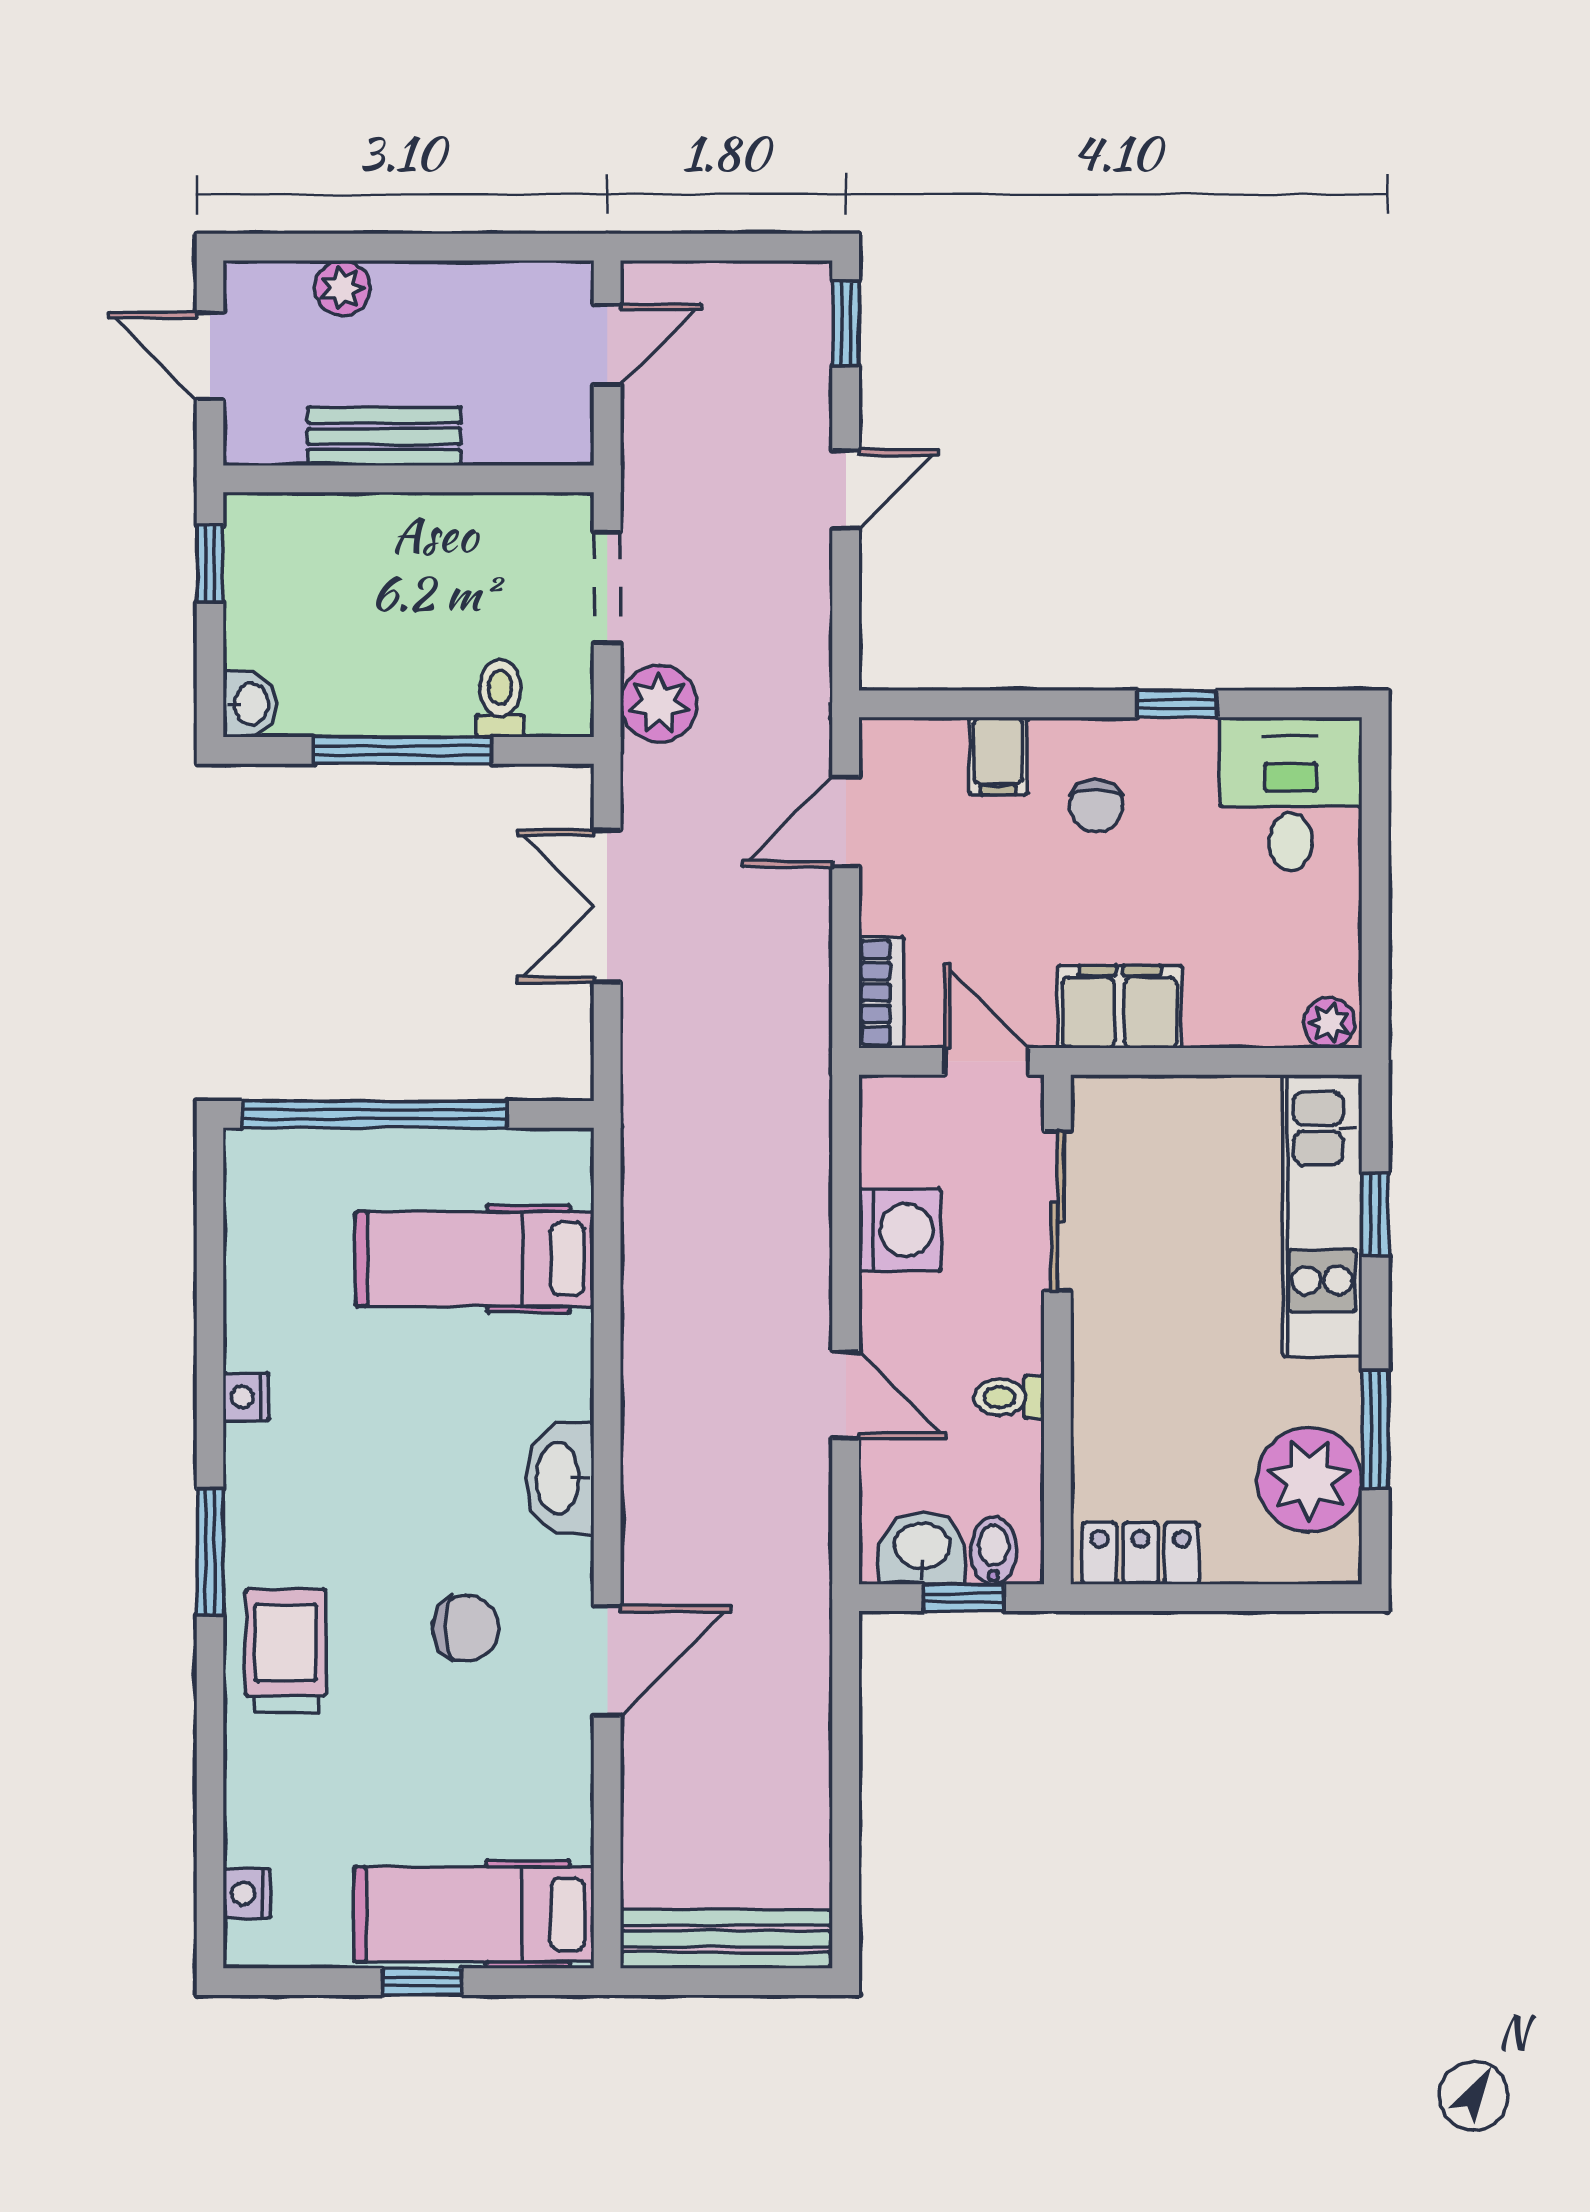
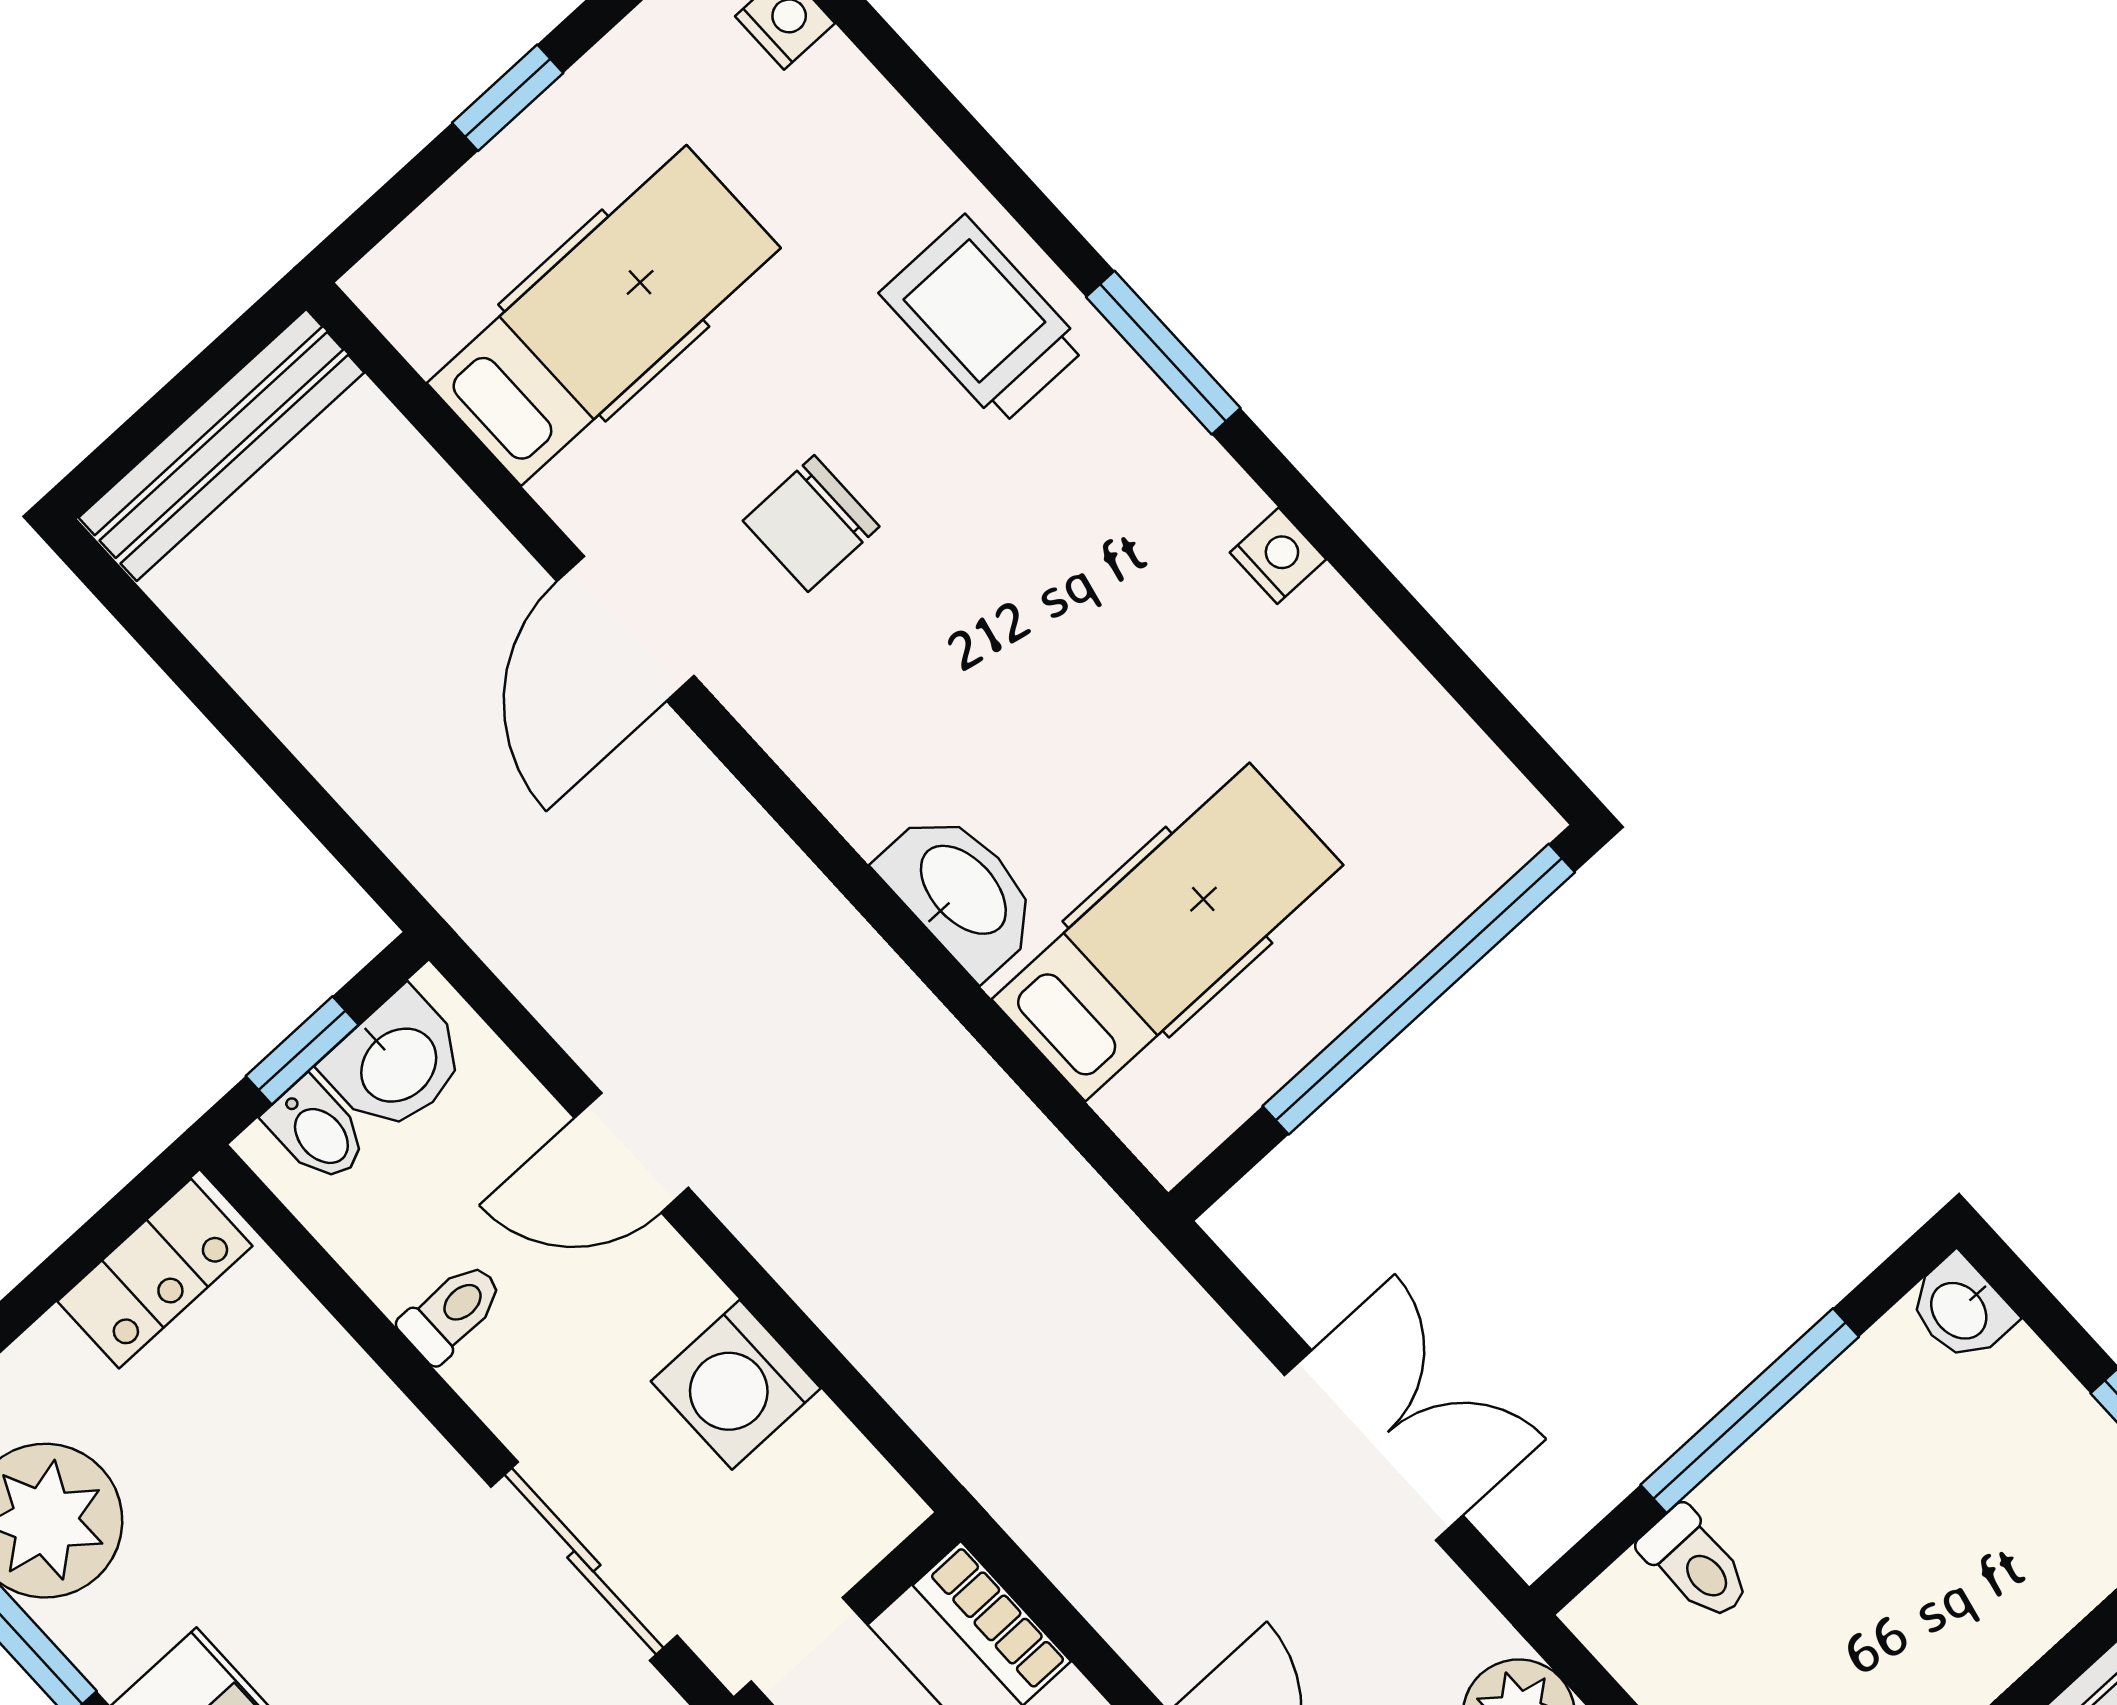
washbasin: (560, 1478) -> (961, 892), moved
trolley: (286, 1651) -> (983, 320), turned 180
hospital bed: (474, 1914) -> (604, 316), moved

